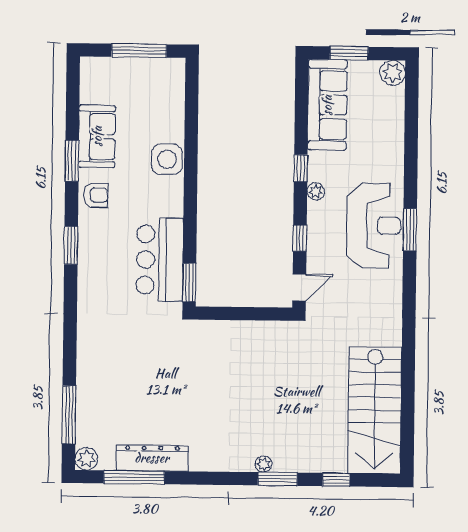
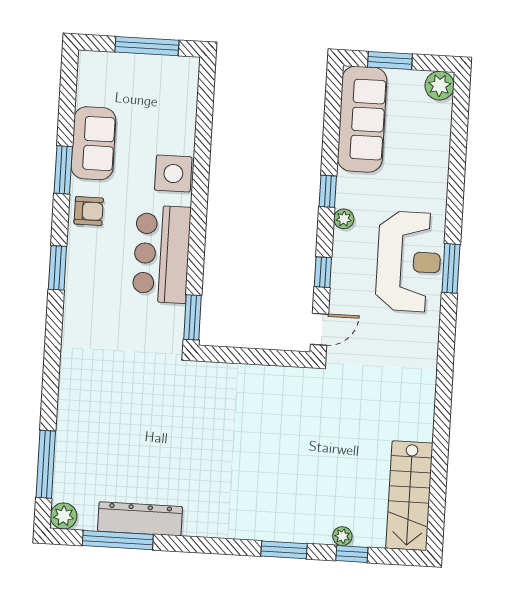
bar counter: (160, 260) -> (162, 254), moved
stairs: (375, 410) -> (409, 496), width x0.73, depth x0.66
plant: (264, 464) -> (342, 536), moved

